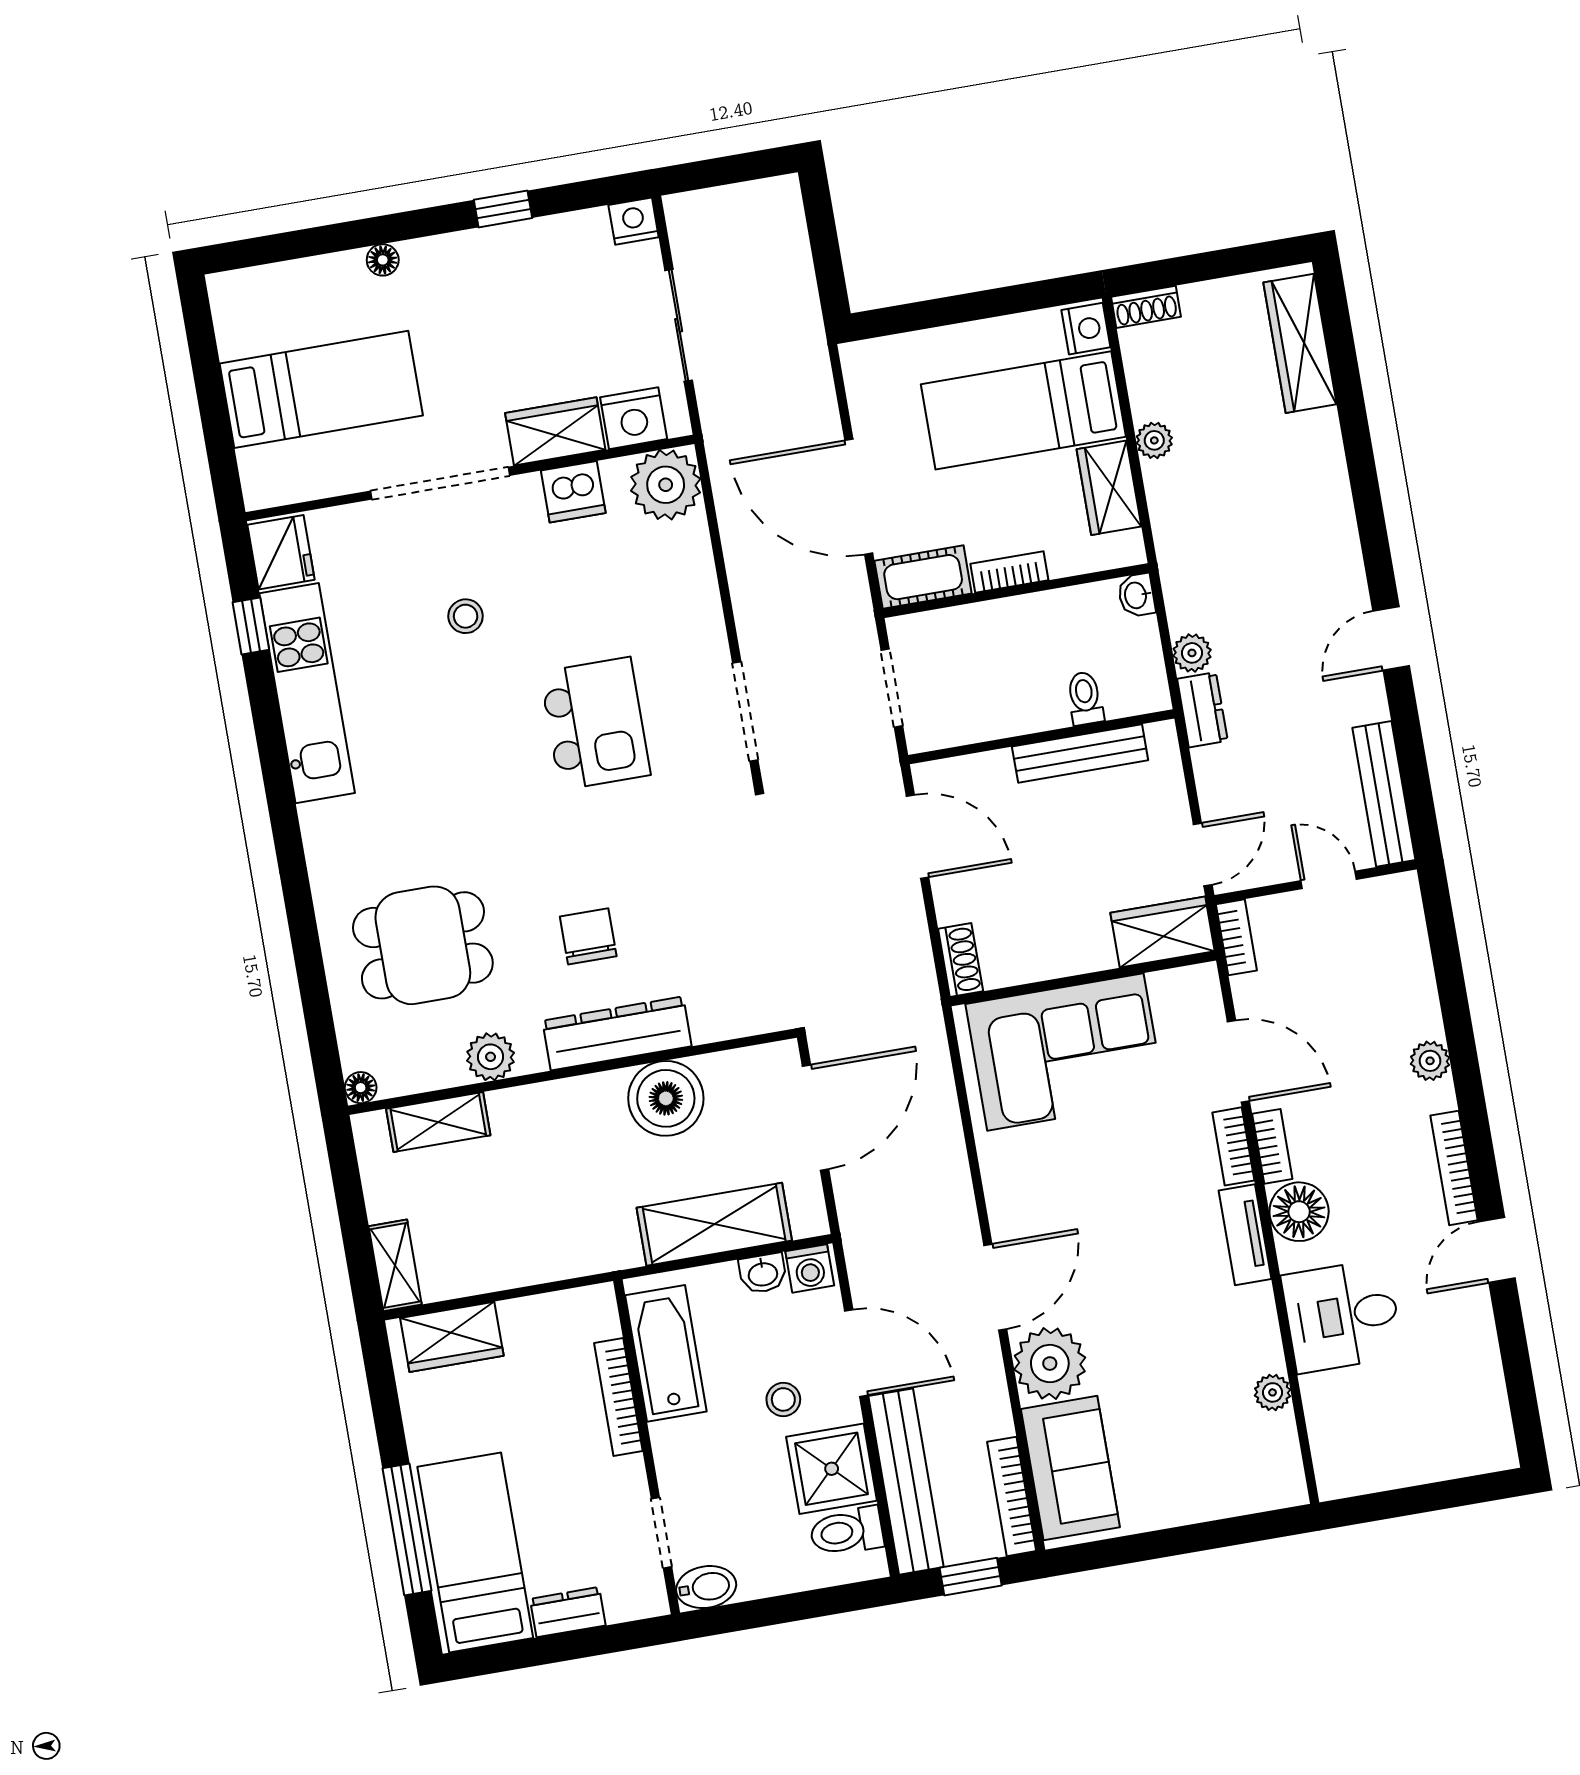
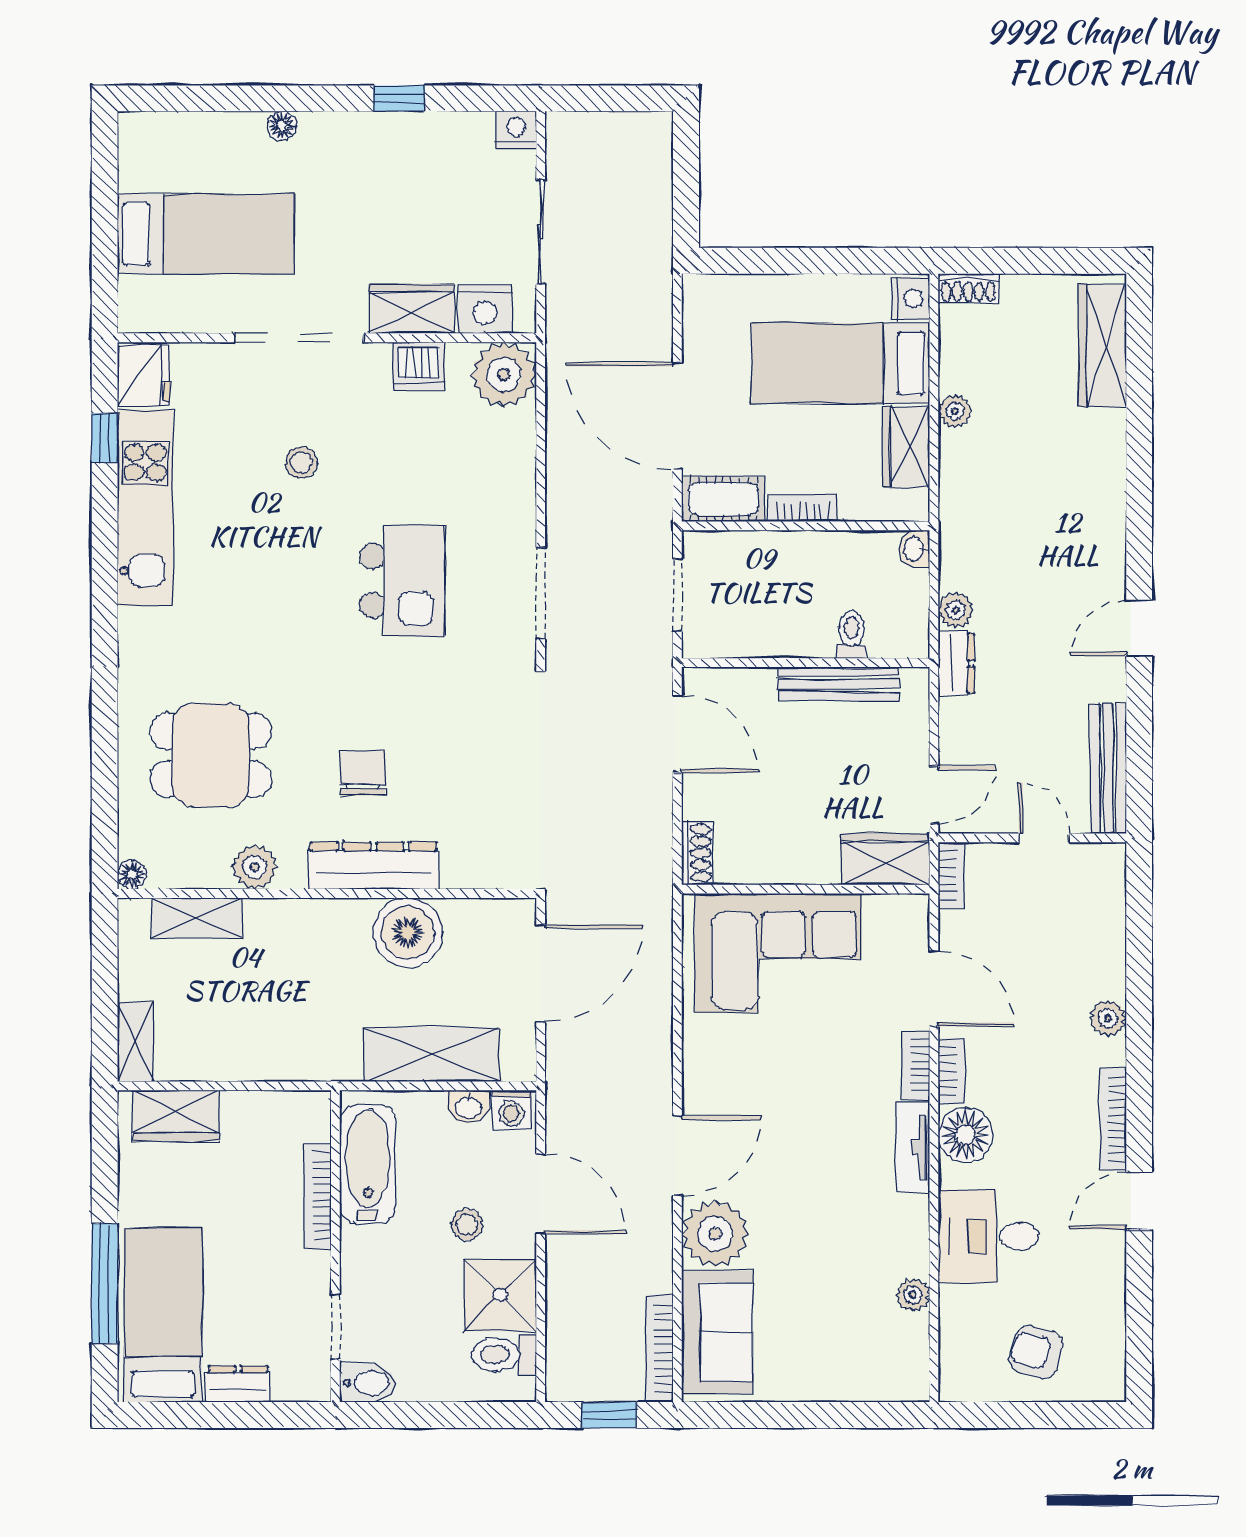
armchair: (1415, 1431) -> (1036, 1352), added
bench: (906, 1482) -> (566, 1318), removed

